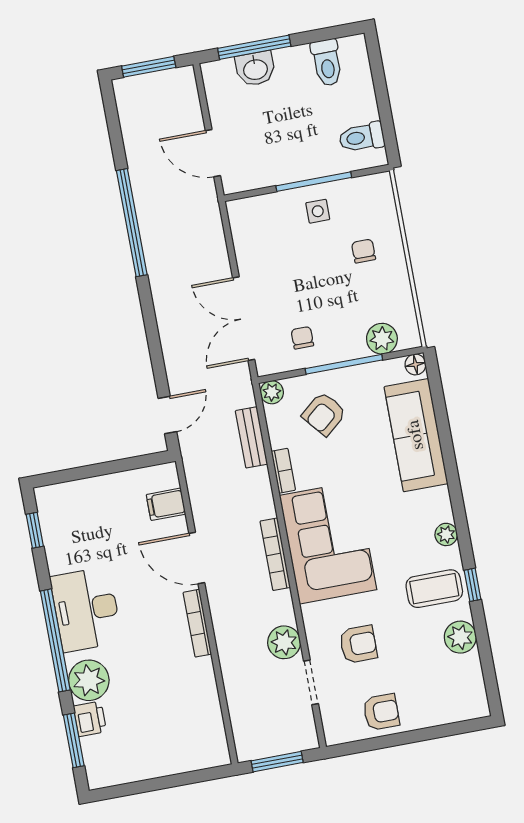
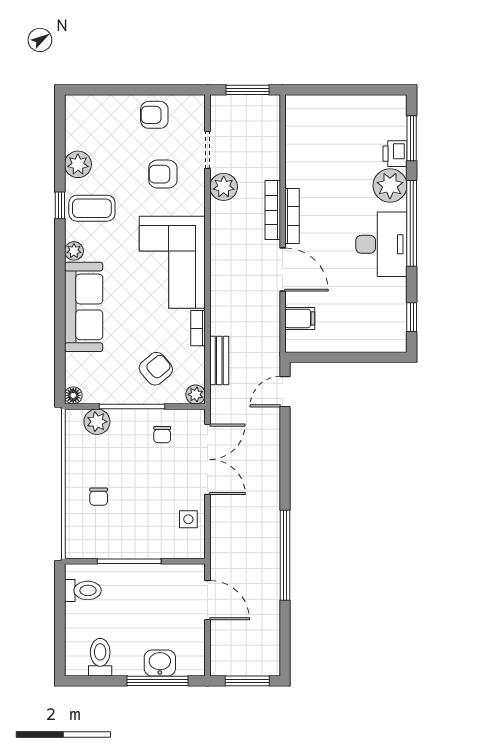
side table: (318, 211) -> (188, 519), moved
sofa: (416, 435) -> (84, 307), moved
bookcase: (275, 554) -> (273, 210), moved, turned 180

